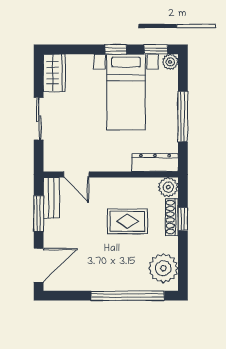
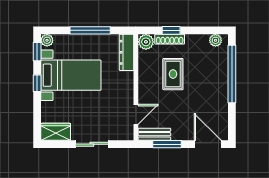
plant: (163, 268) -> (215, 40), width x0.53, depth x0.53

